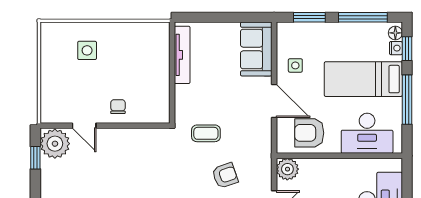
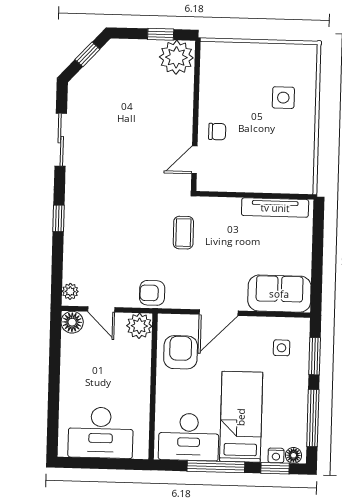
side table: (295, 65) -> (282, 348), moved
door: (84, 126) -> (194, 160), moved
desk: (367, 133) -> (189, 437), moved, turned -90
armchair: (225, 176) -> (152, 293), moved, turned 109

